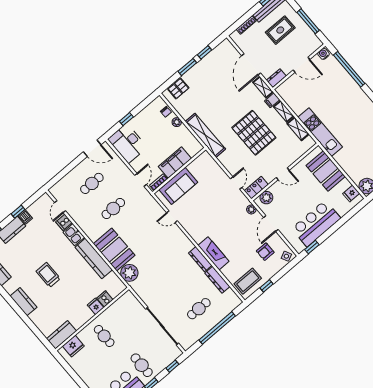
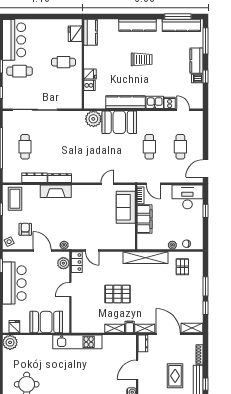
pallet: (178, 89) -> (182, 267), moved
shelving: (298, 129) -> (192, 328), moved
pallet: (254, 133) -> (118, 294), width x0.73, depth x0.71
kitchen counter: (23, 302) -> (137, 25), width x1.50

